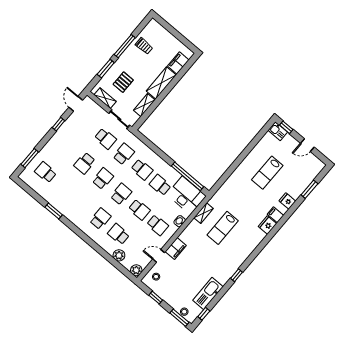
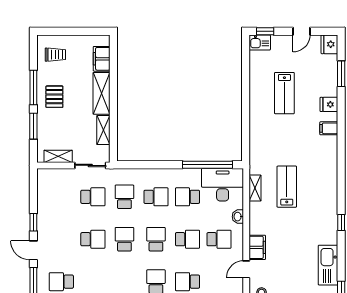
trolley: (144, 46) -> (55, 55), moved
pallet: (123, 82) -> (54, 97), moved
door: (76, 104) -> (33, 250), moved
school desk: (85, 163) -> (93, 239), turned -90
fridge: (267, 225) -> (329, 44), moved
lab bench: (223, 228) -> (287, 187), turned 180

